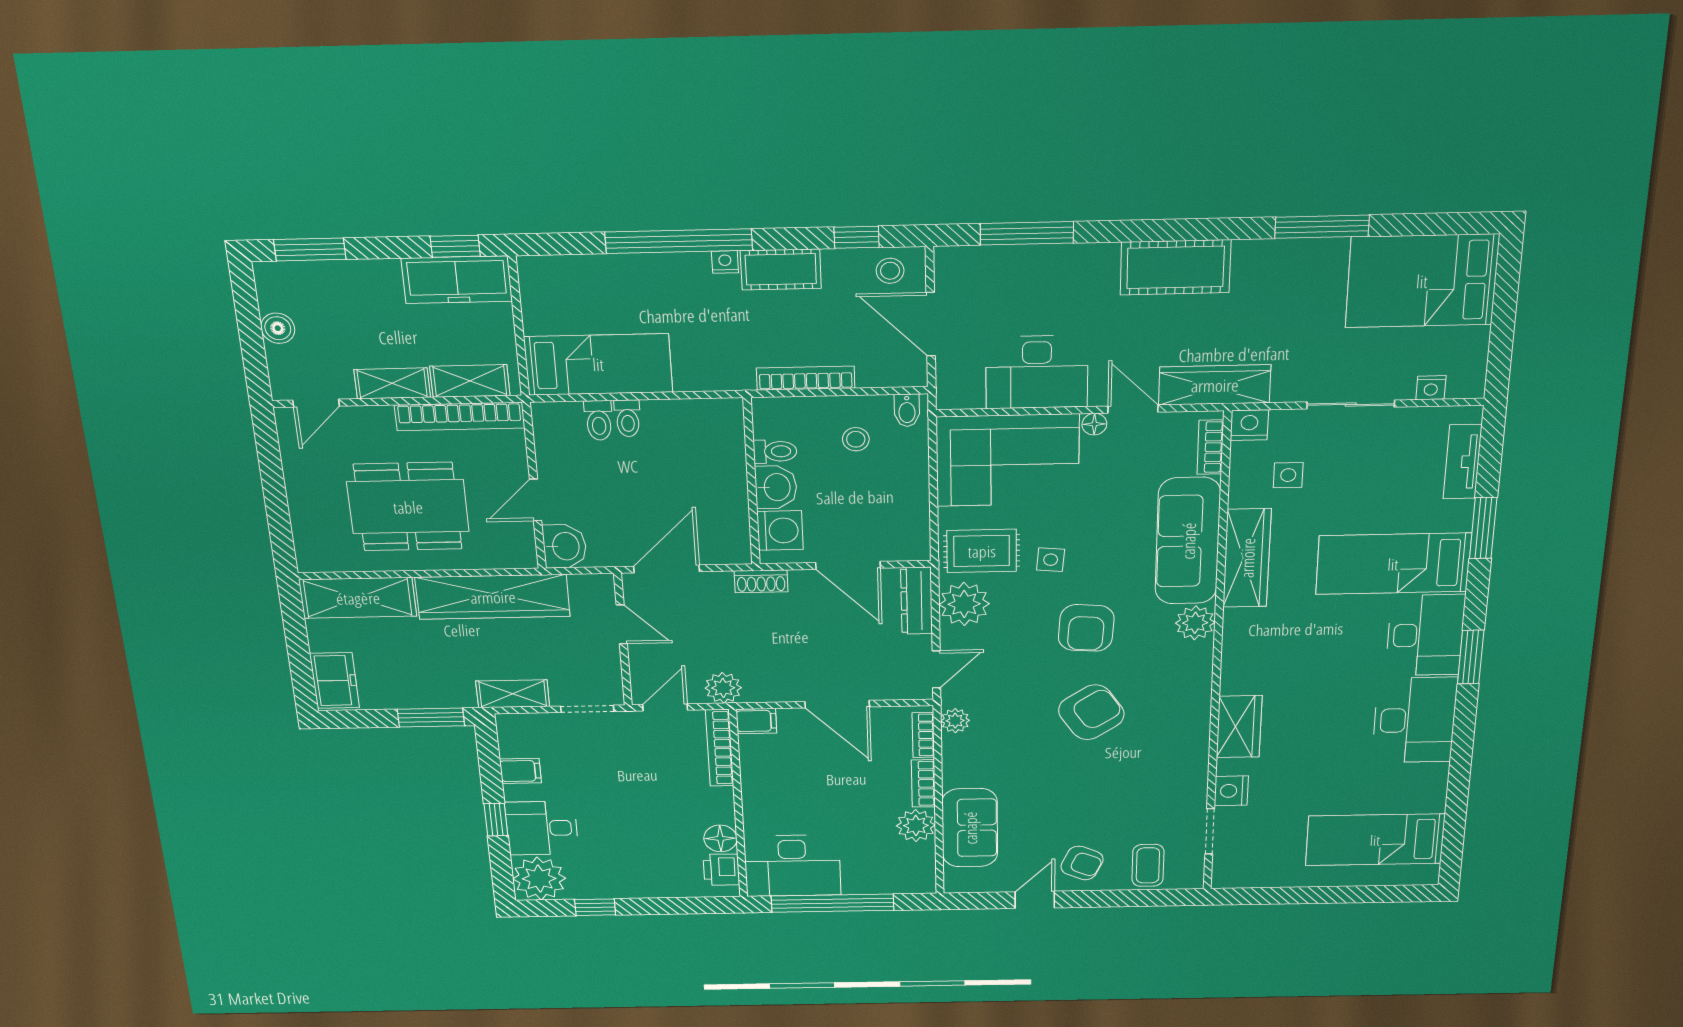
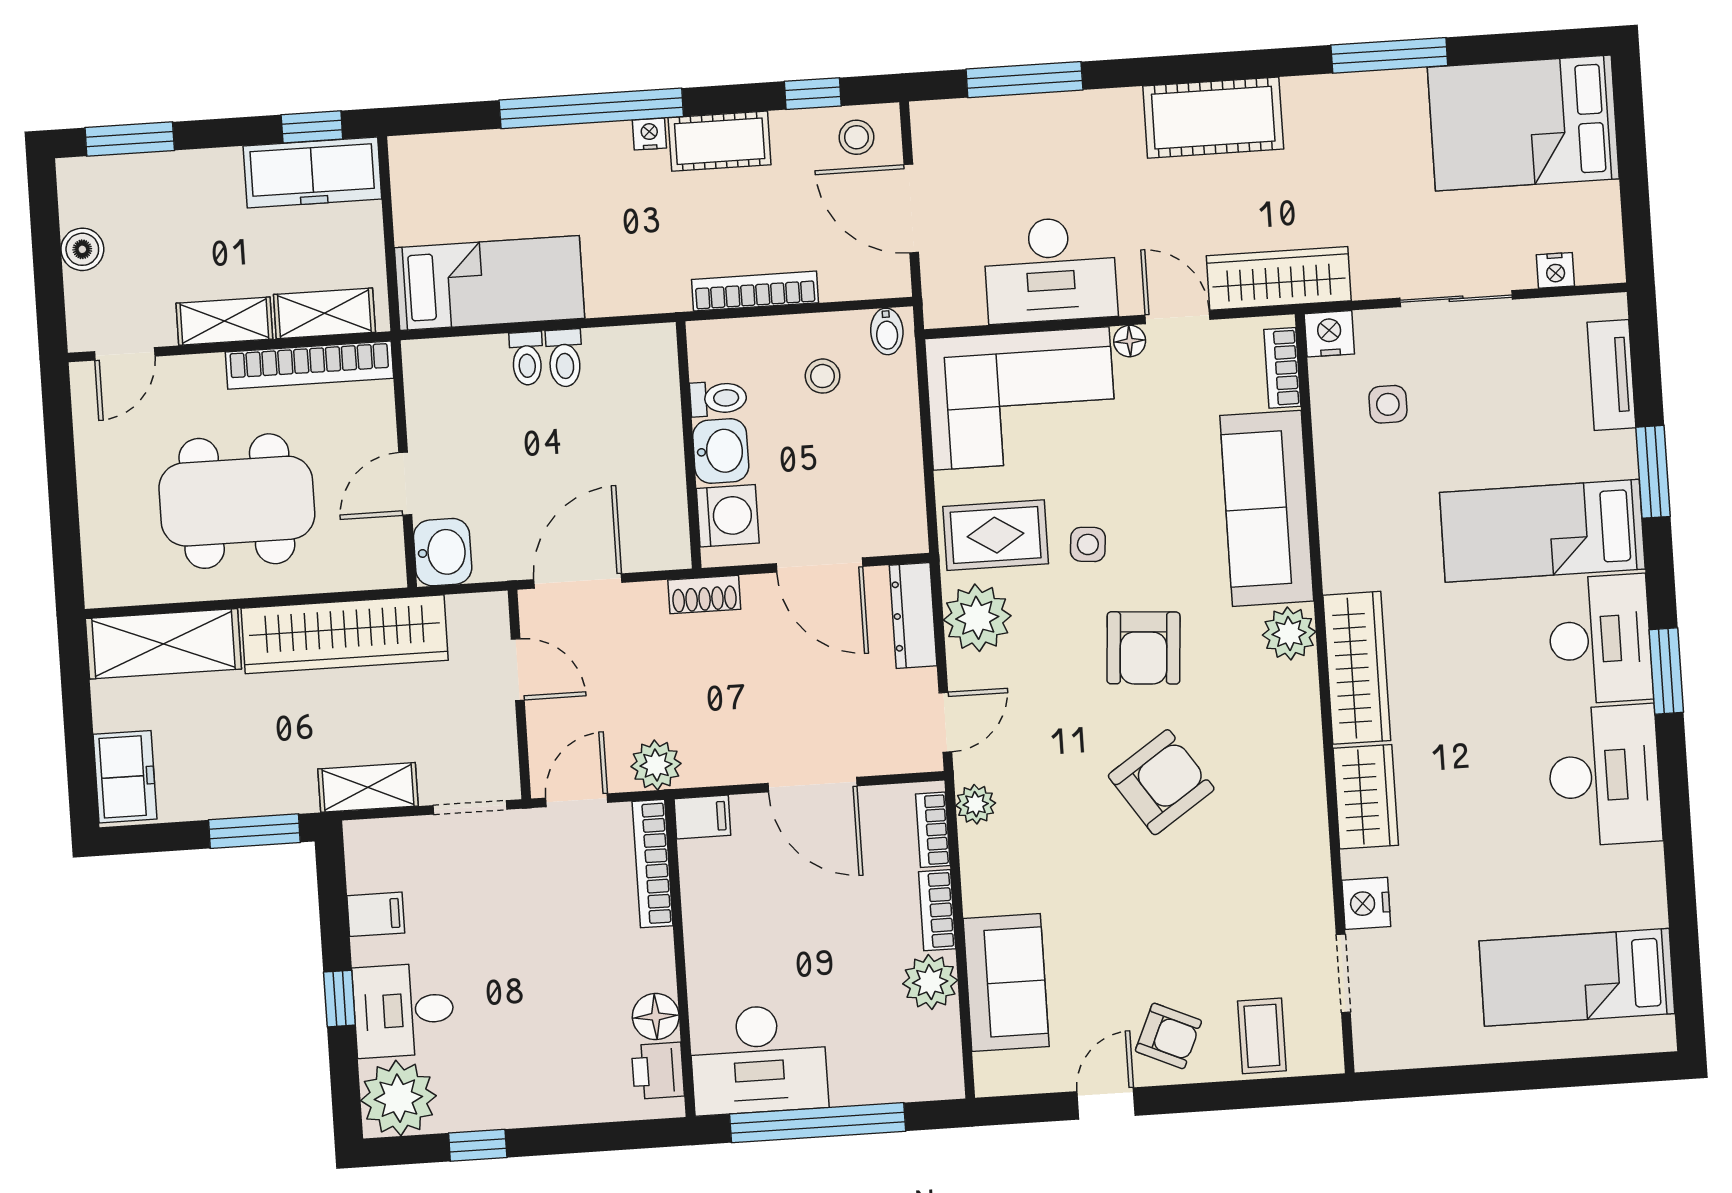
toilet: (599, 420) -> (564, 358), moved
wardrobe: (1247, 558) -> (1357, 668), moved

